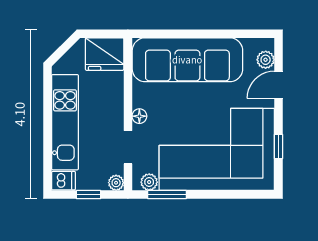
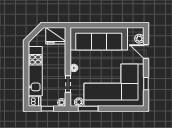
door: (278, 85) -> (146, 52), hinge flipped

